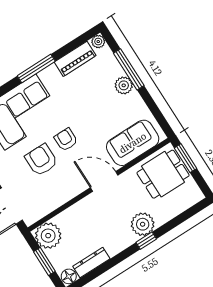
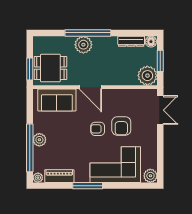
window: (129, 69) -> (30, 148), width x1.46
armchair: (66, 140) -> (98, 129), turned 90
window: (146, 241) -> (88, 33), width x3.17

